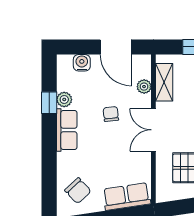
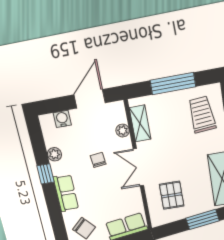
door: (116, 47) -> (90, 99), swing flipped
window: (49, 103) -> (46, 174), moved
row of seats: (67, 130) -> (66, 193), moved

